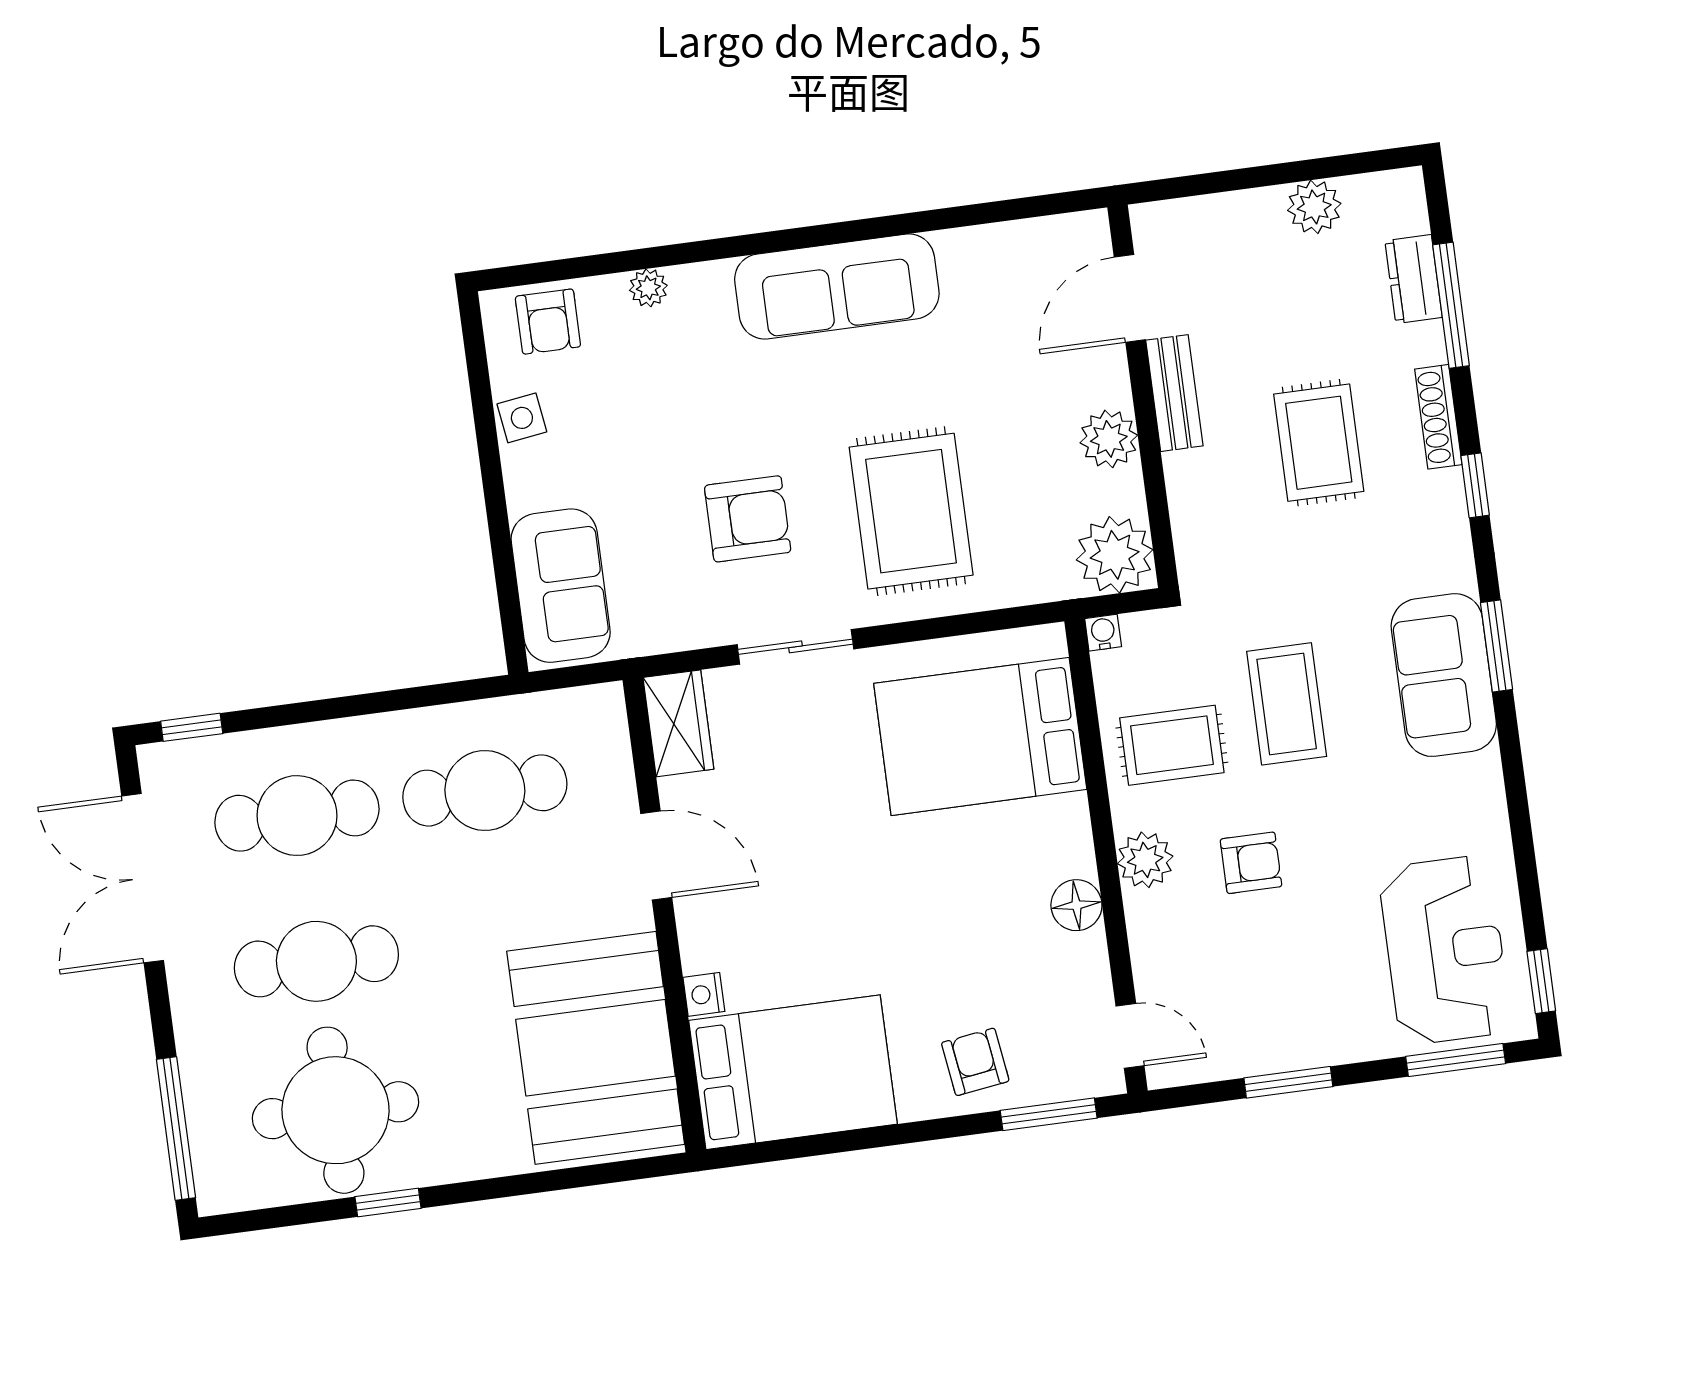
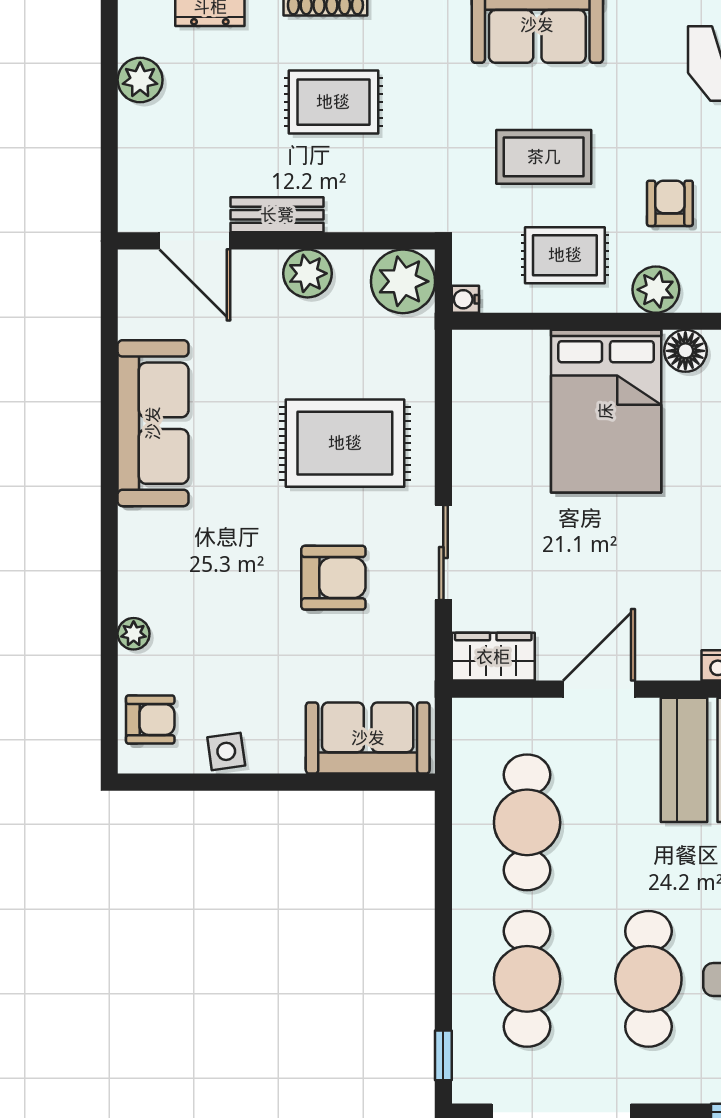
sofa: (837, 286) -> (153, 423), moved
armchair: (748, 519) -> (333, 578), turned 90
bed: (980, 736) -> (606, 411), moved
rug: (1172, 745) -> (565, 255), turned 90

